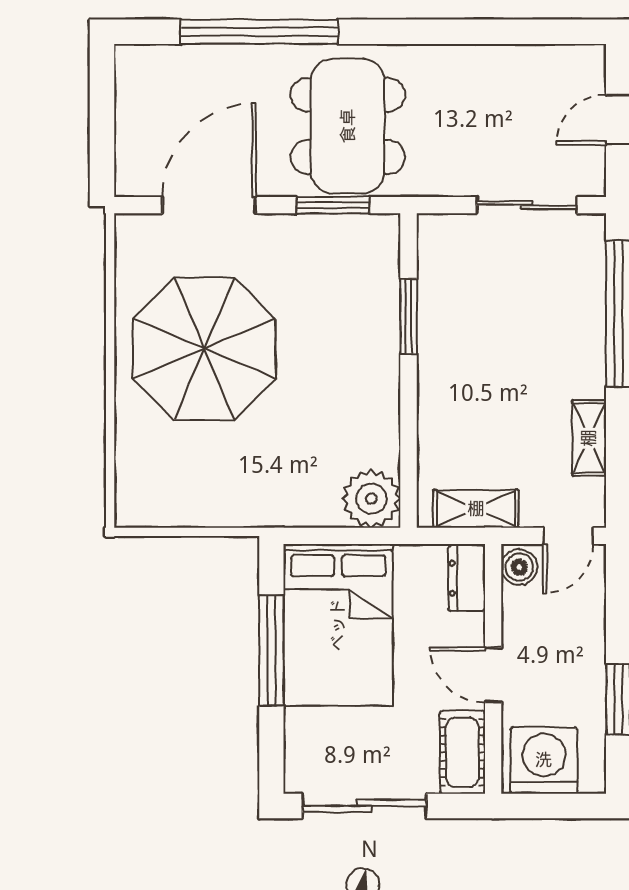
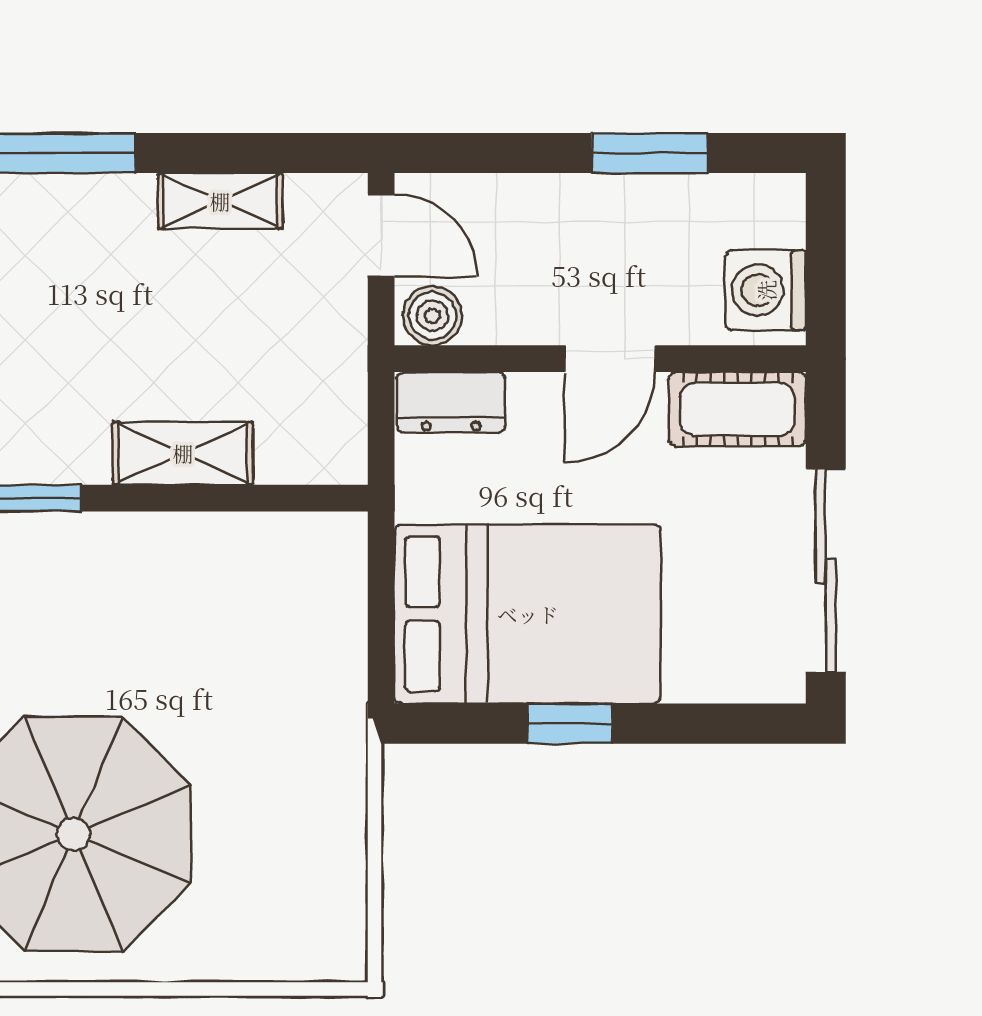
plant: (371, 499) -> (320, 559), removed
shelving: (476, 509) -> (183, 453), moved, turned 90
window: (271, 651) -> (570, 724), width x0.46
washing machine: (544, 760) -> (766, 290), width x0.73, depth x0.73

